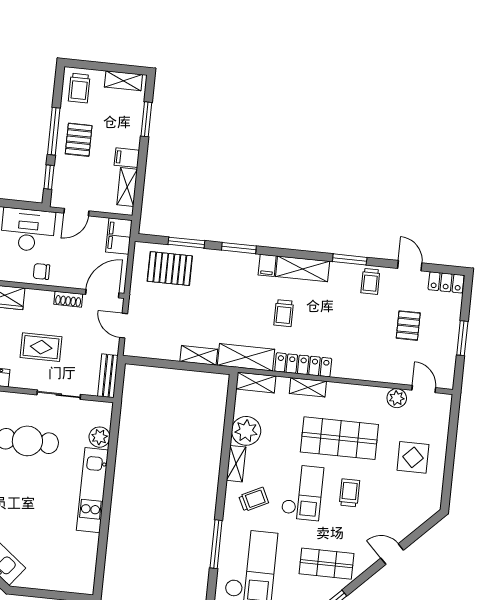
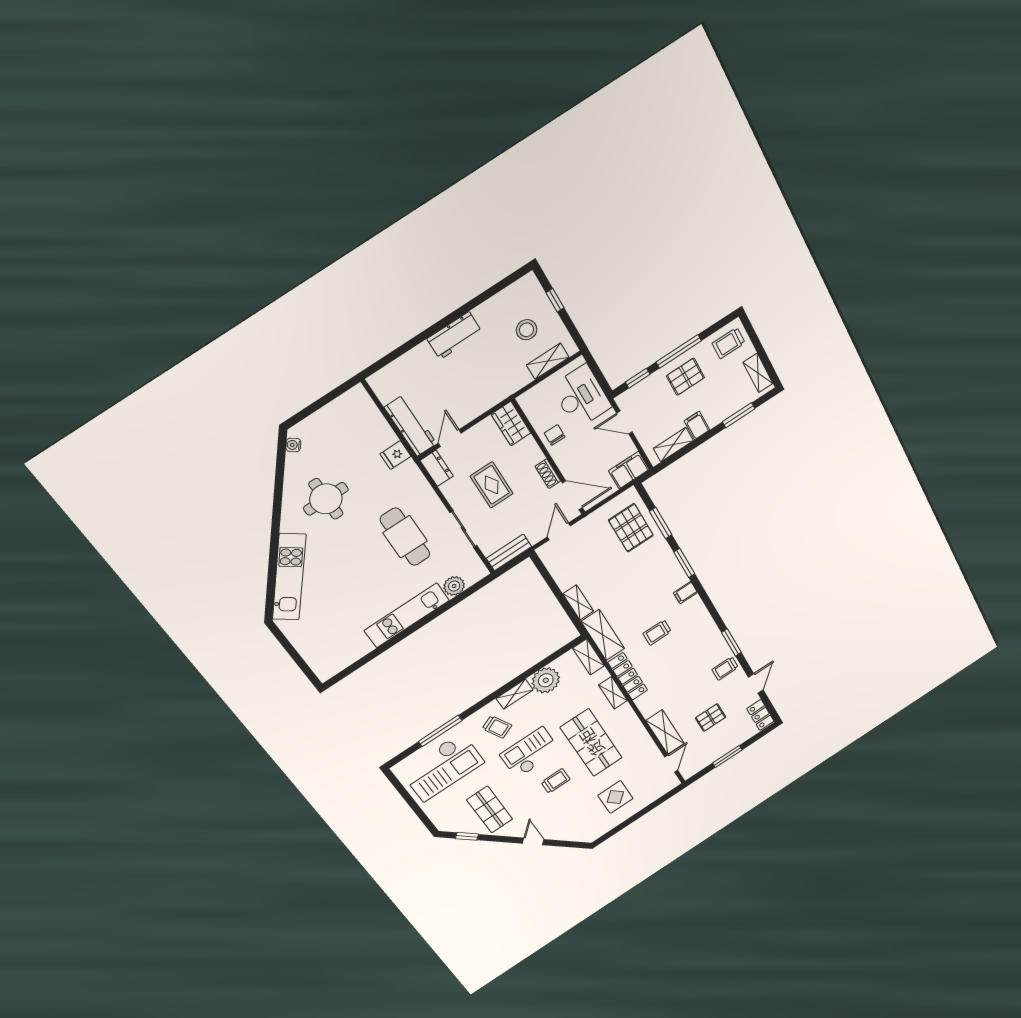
shelving: (303, 269) -> (665, 732), moved
plant: (397, 398) -> (651, 753), removed
checkout: (302, 492) -> (530, 753), turned 180

